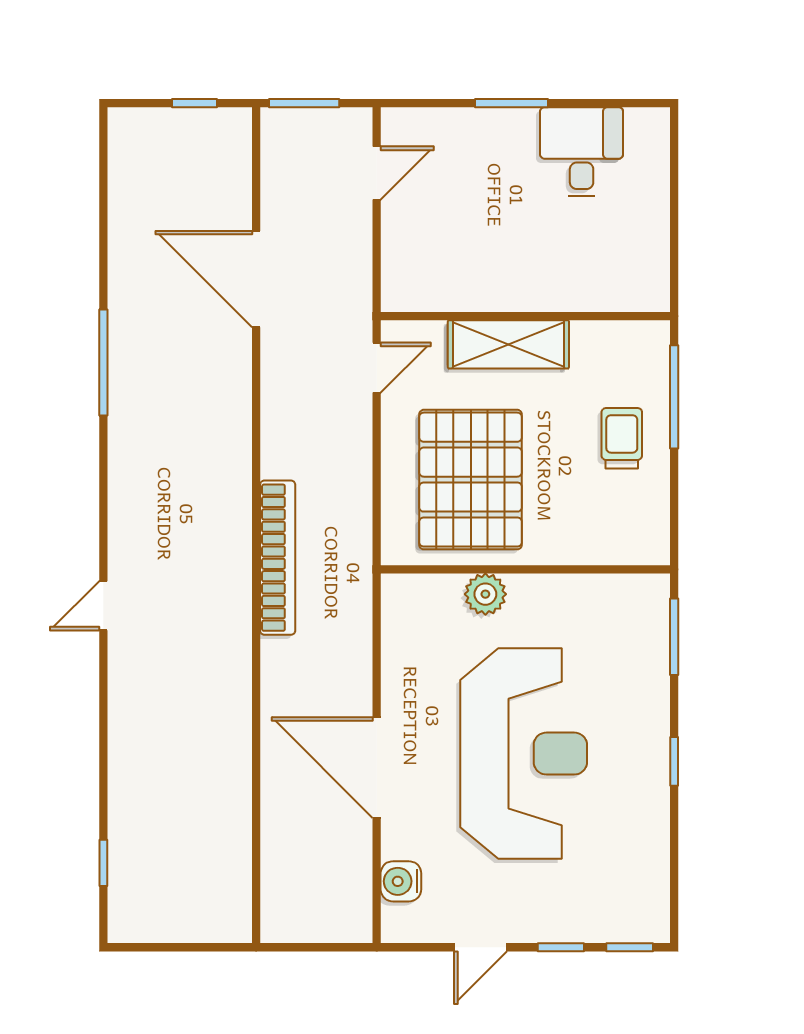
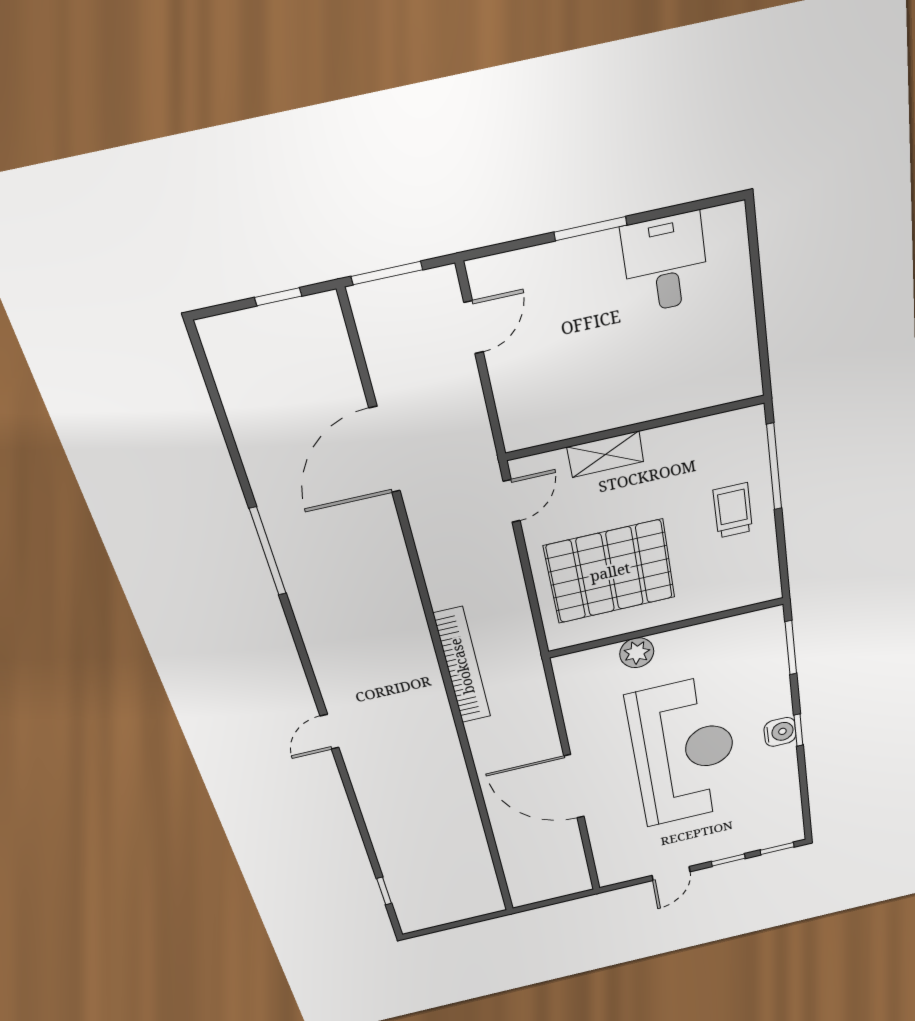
door: (256, 279) -> (385, 450), hinge flipped
shelving: (508, 344) -> (605, 454), width x0.67, depth x0.75
pallet: (471, 480) -> (610, 572), turned 90
water cooler: (401, 881) -> (780, 732), moved, turned 180

